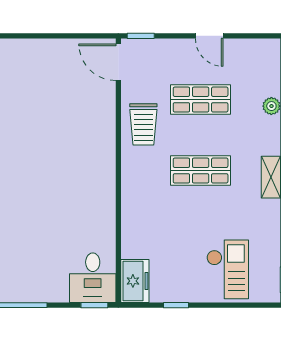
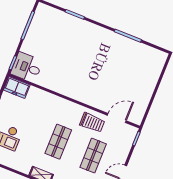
door: (118, 62) -> (117, 118), moved
trolley: (143, 124) -> (92, 122), turned 180

